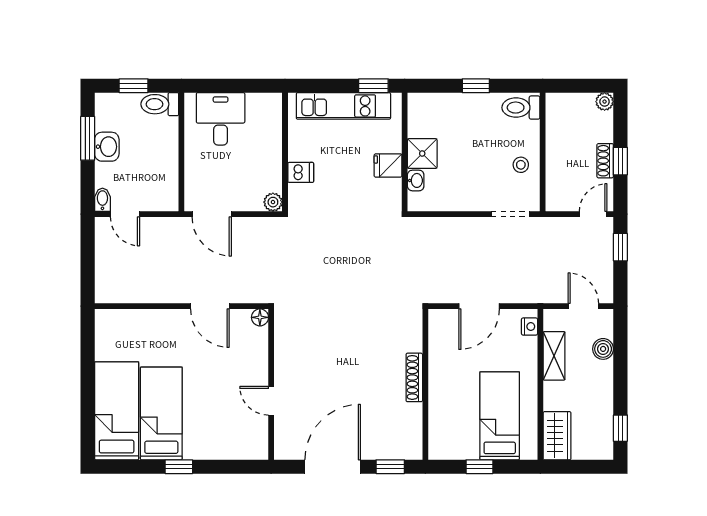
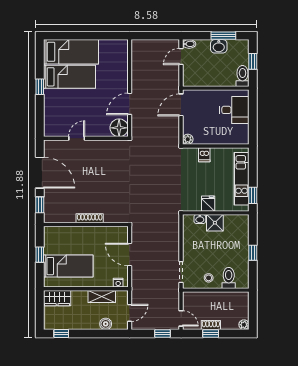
toilet: (521, 108) -> (229, 278), moved
floor lamp: (260, 317) -> (119, 128), width x1.89, depth x1.89

